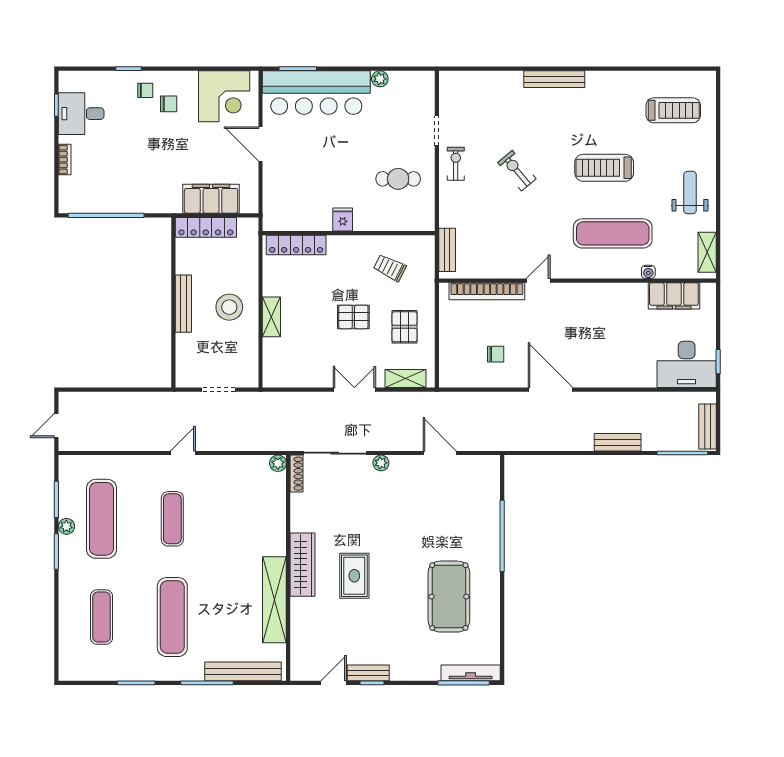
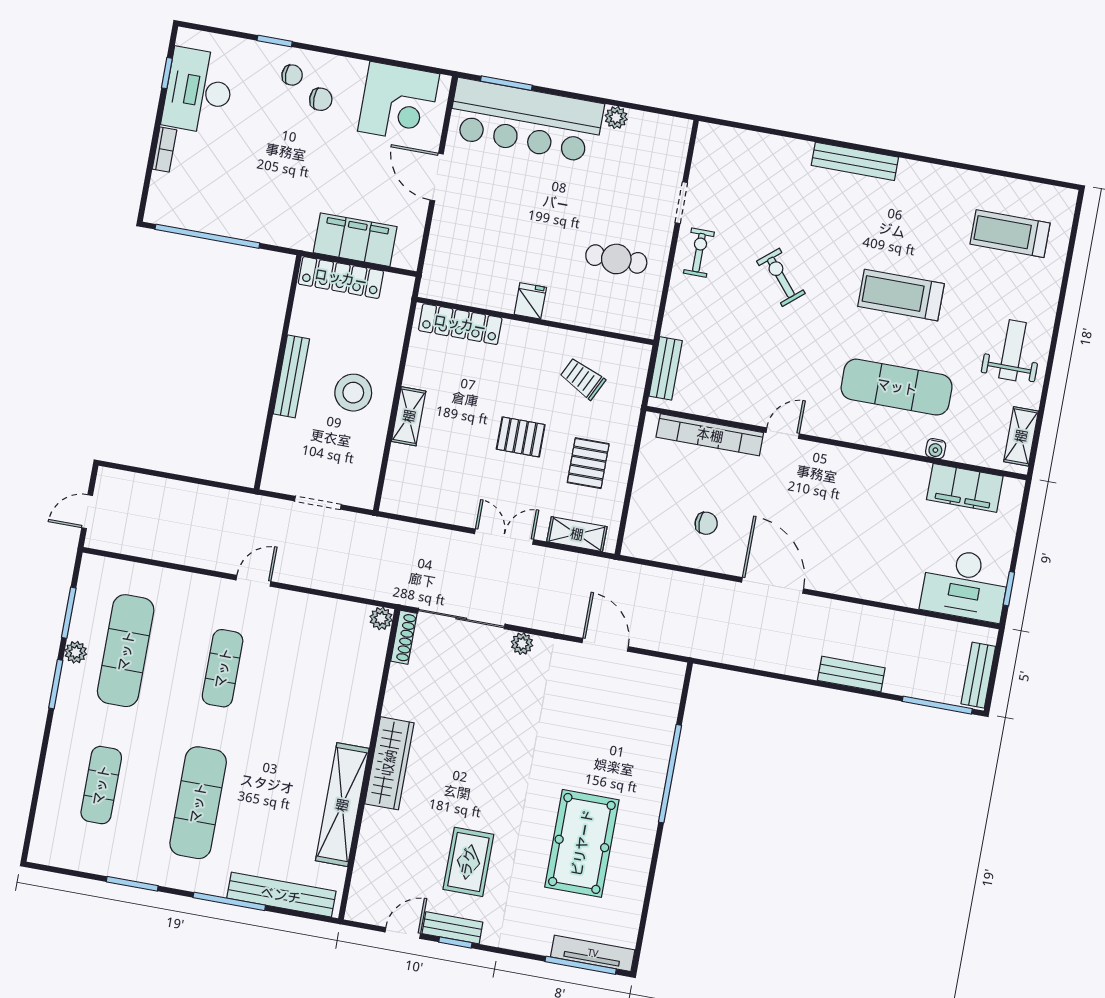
treadmill: (673, 110) -> (1010, 234), turned 180
desk: (81, 114) -> (199, 91), width x1.37
rug: (354, 576) -> (468, 862), moved

